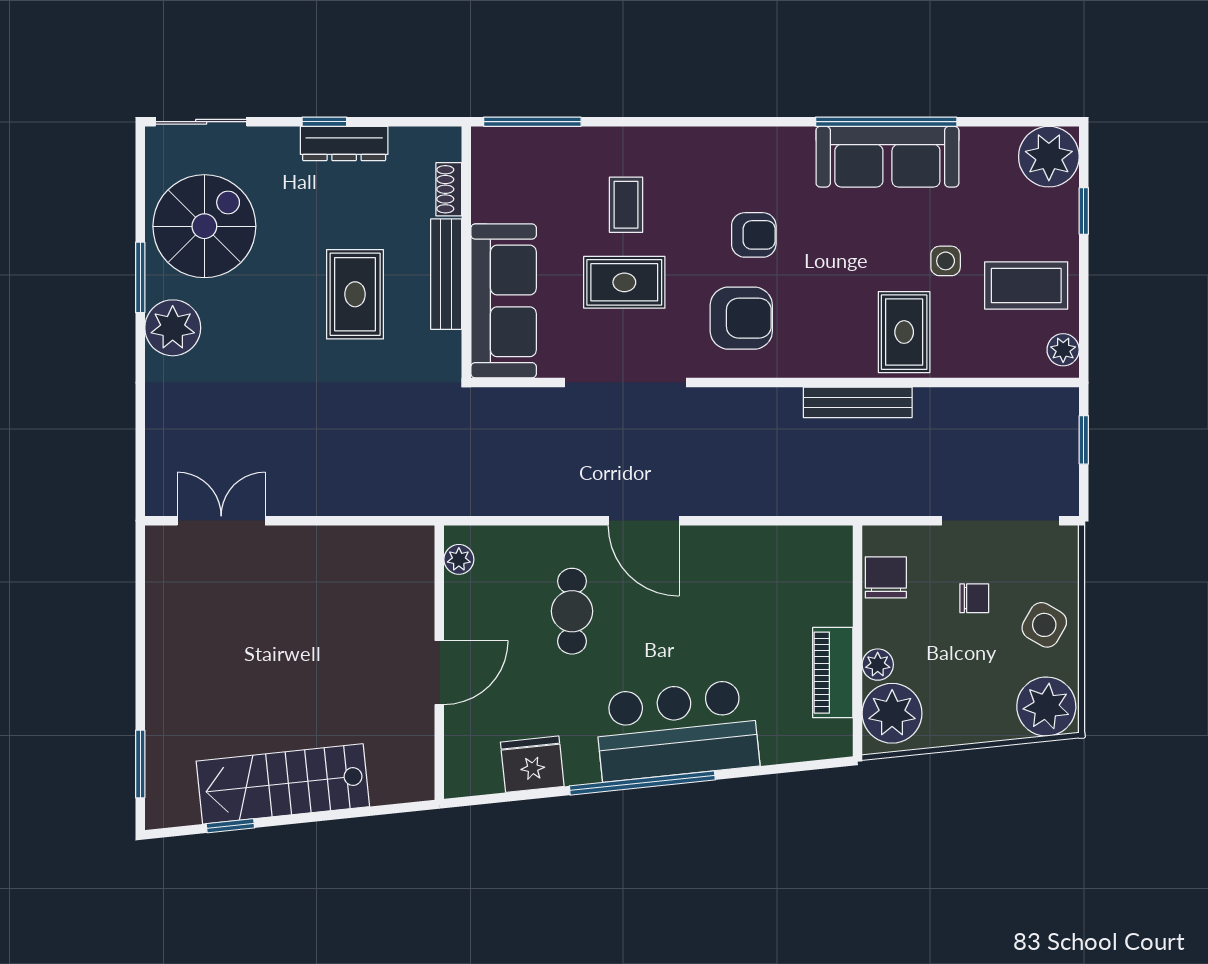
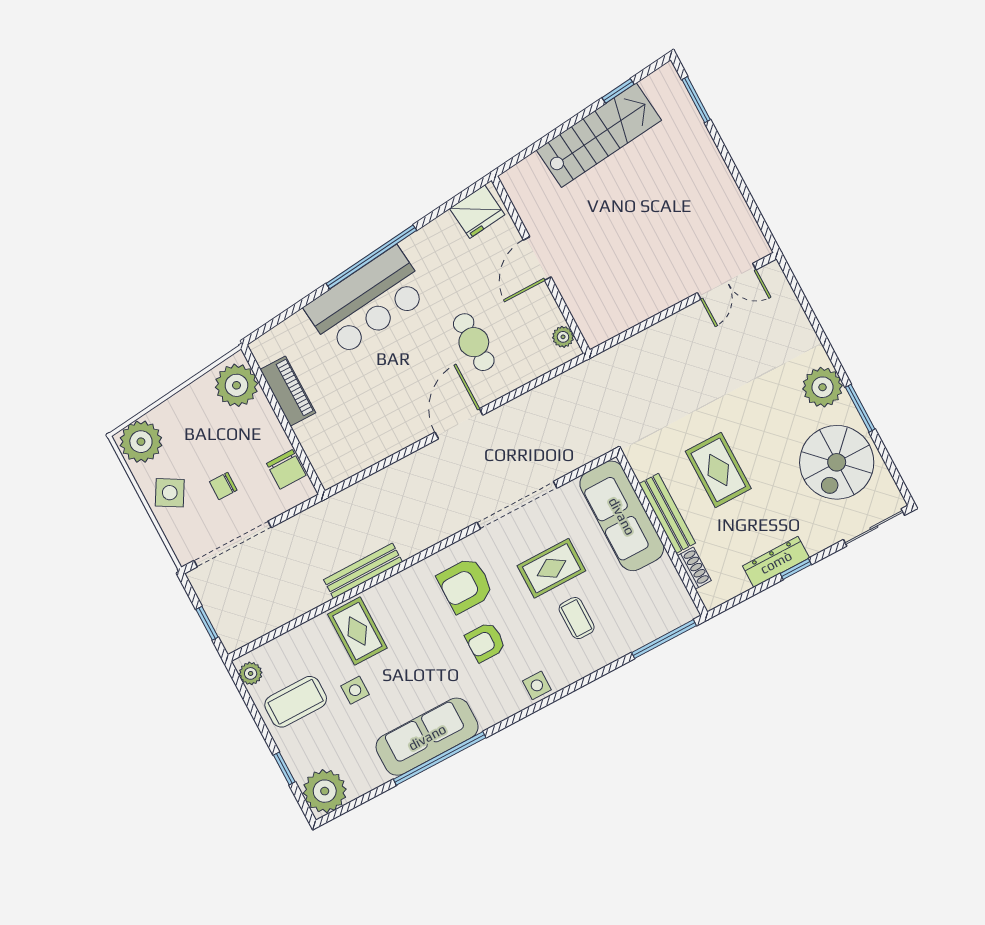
side table: (719, 148) -> (537, 685), added
door: (644, 521) -> (459, 424), hinge flipped
plant: (878, 665) -> (262, 411), removed
fridge: (532, 764) -> (477, 212), moved

